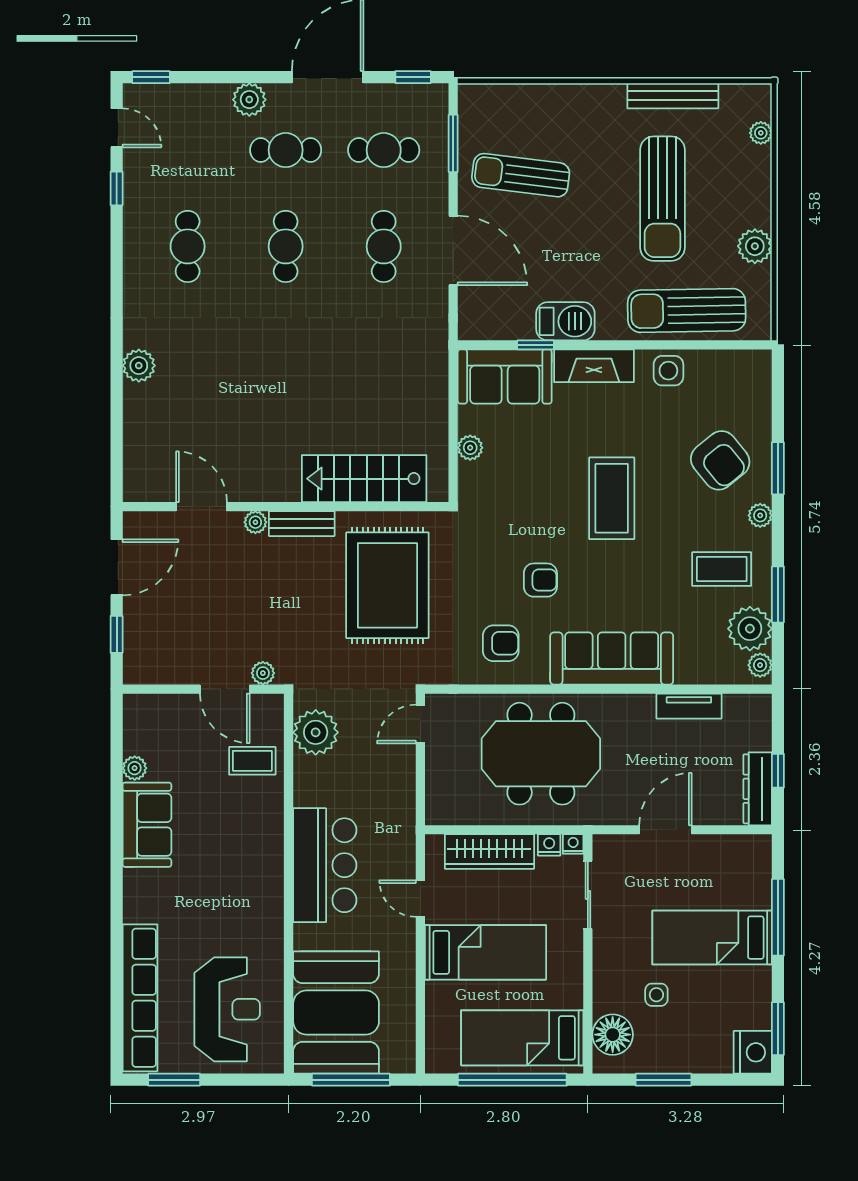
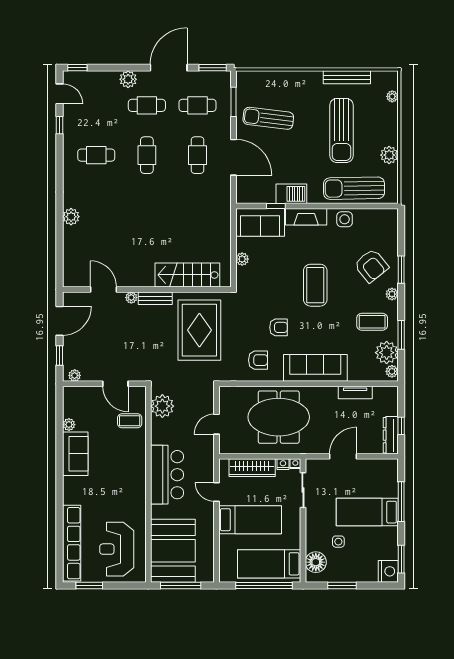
window: (413, 77) -> (213, 68), width x1.50
cafe table: (188, 246) -> (96, 155), turned 90
plant: (263, 673) -> (75, 375), moved
door: (420, 724) -> (216, 424), moved
reception desk: (227, 1009) -> (117, 549), turned 180

